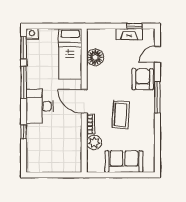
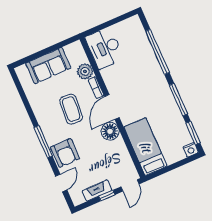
door: (99, 26) -> (130, 185), added
window: (134, 26) -> (107, 196), moved
floor lamp: (95, 57) -> (110, 131), moved
door: (84, 101) -> (112, 107), swing flipped
desk: (40, 106) -> (105, 48), moved, turned 180
window: (24, 132) -> (157, 52), width x3.17

